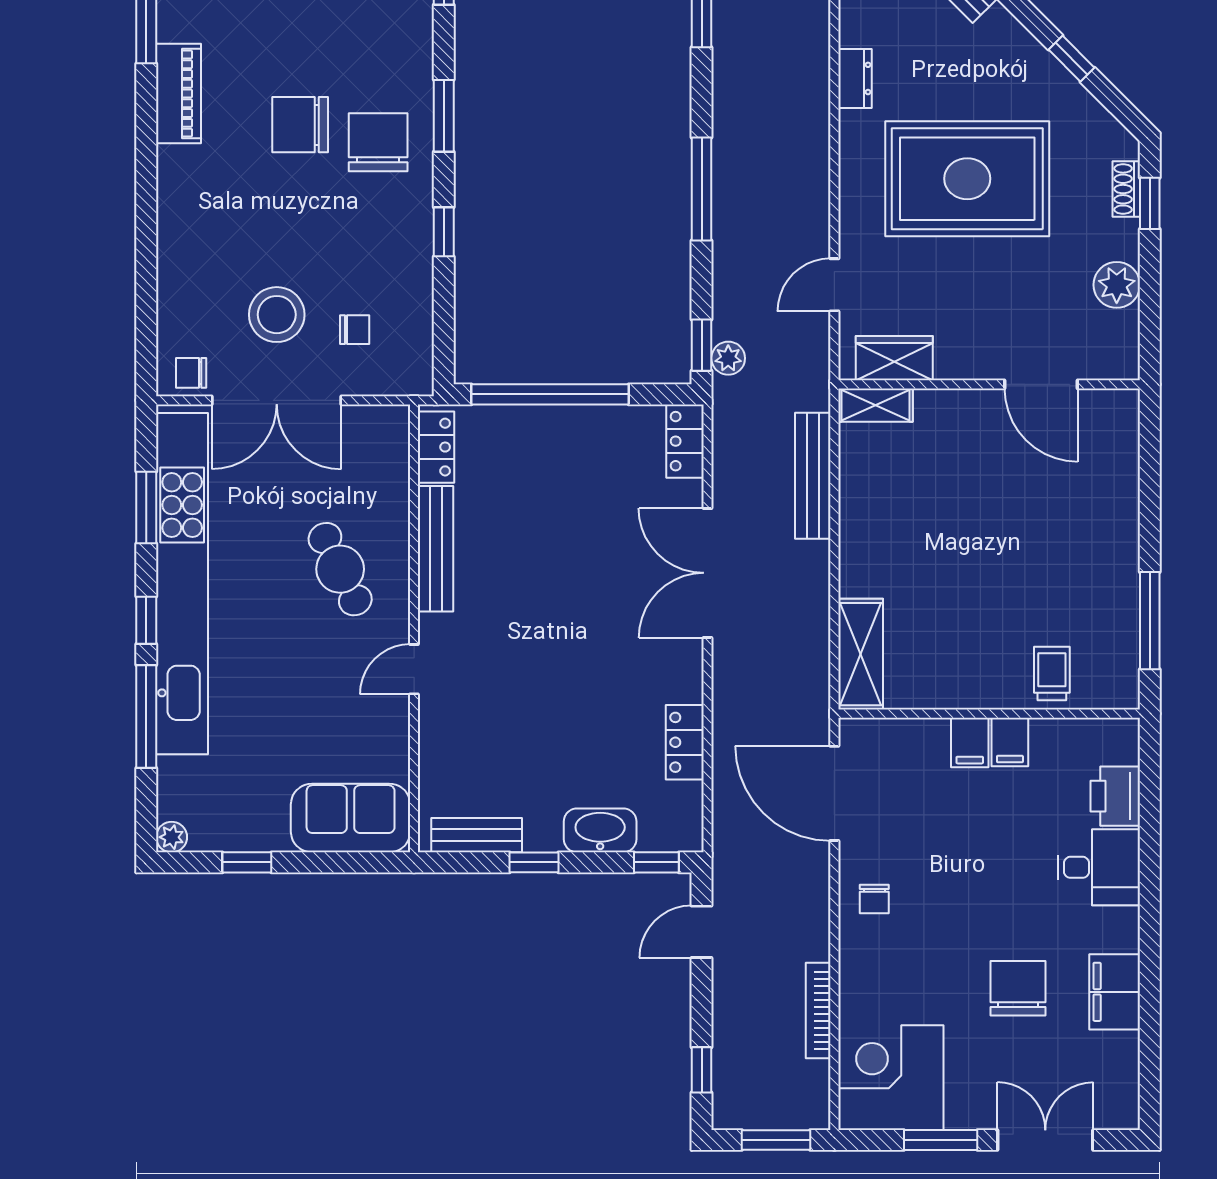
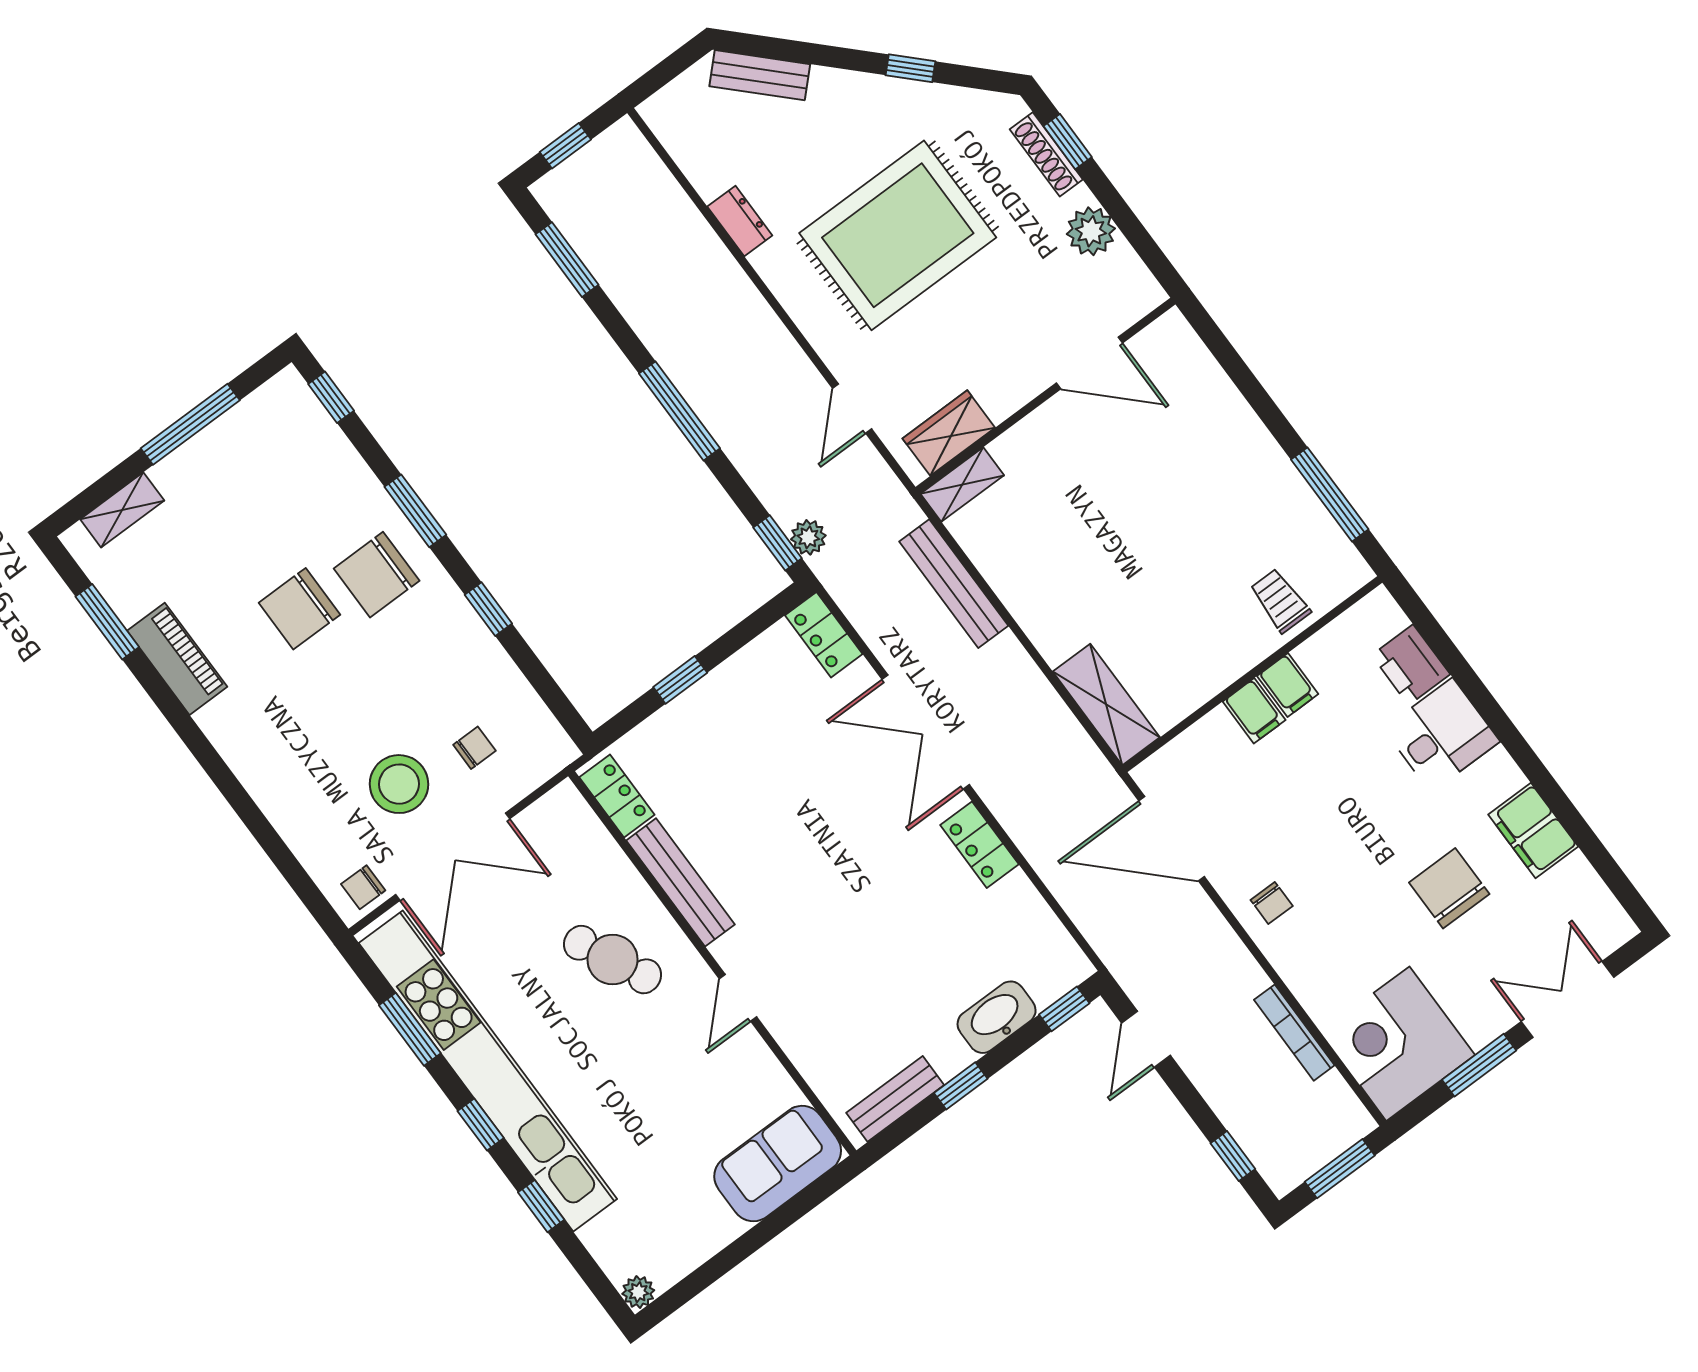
chair: (378, 142) -> (377, 575), turned -90
shoe rack: (1126, 189) -> (1046, 154), width x1.43
window: (550, 394) -> (680, 680), width x0.32
window: (146, 717) -> (541, 1206), width x0.46
locker: (685, 742) -> (979, 845), moved
window: (247, 862) -> (718, 1266), removed

